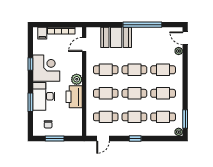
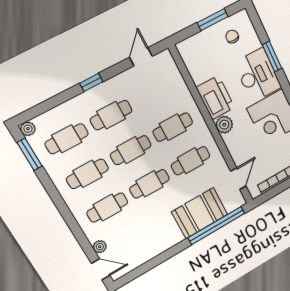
window: (142, 25) -> (217, 226), moved
cafe table: (106, 117) -> (154, 92), removed

